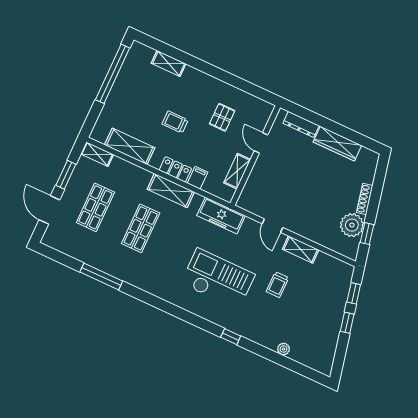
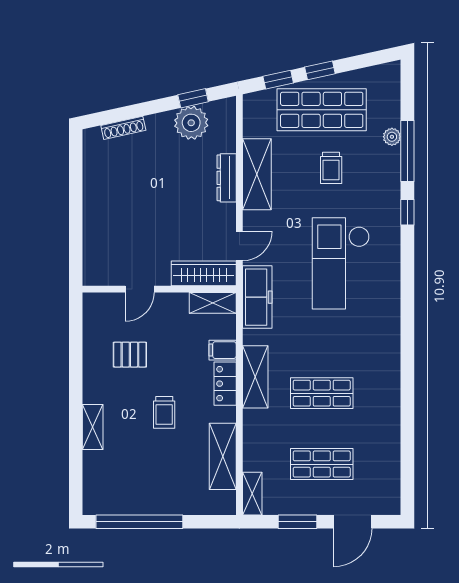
shelving: (169, 63) -> (93, 427), moved
dresser: (301, 124) -> (227, 178), moved, turned 180
wardrobe: (337, 144) -> (204, 273), moved, turned -90
shelving: (237, 171) -> (213, 303), moved
shoe rack: (365, 199) -> (123, 128), moved
door: (272, 226) -> (239, 246), moved
shelving: (301, 250) -> (257, 174), width x1.50, depth x1.33
window: (101, 277) -> (407, 151), moved
trolley: (277, 285) -> (331, 168), moved, turned 90
shop shelf: (322, 312) -> (322, 110), added

